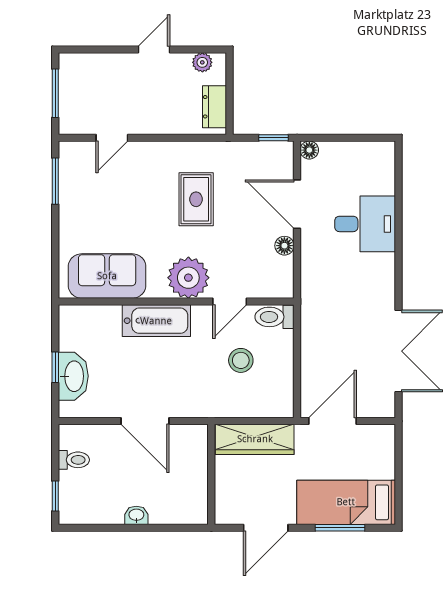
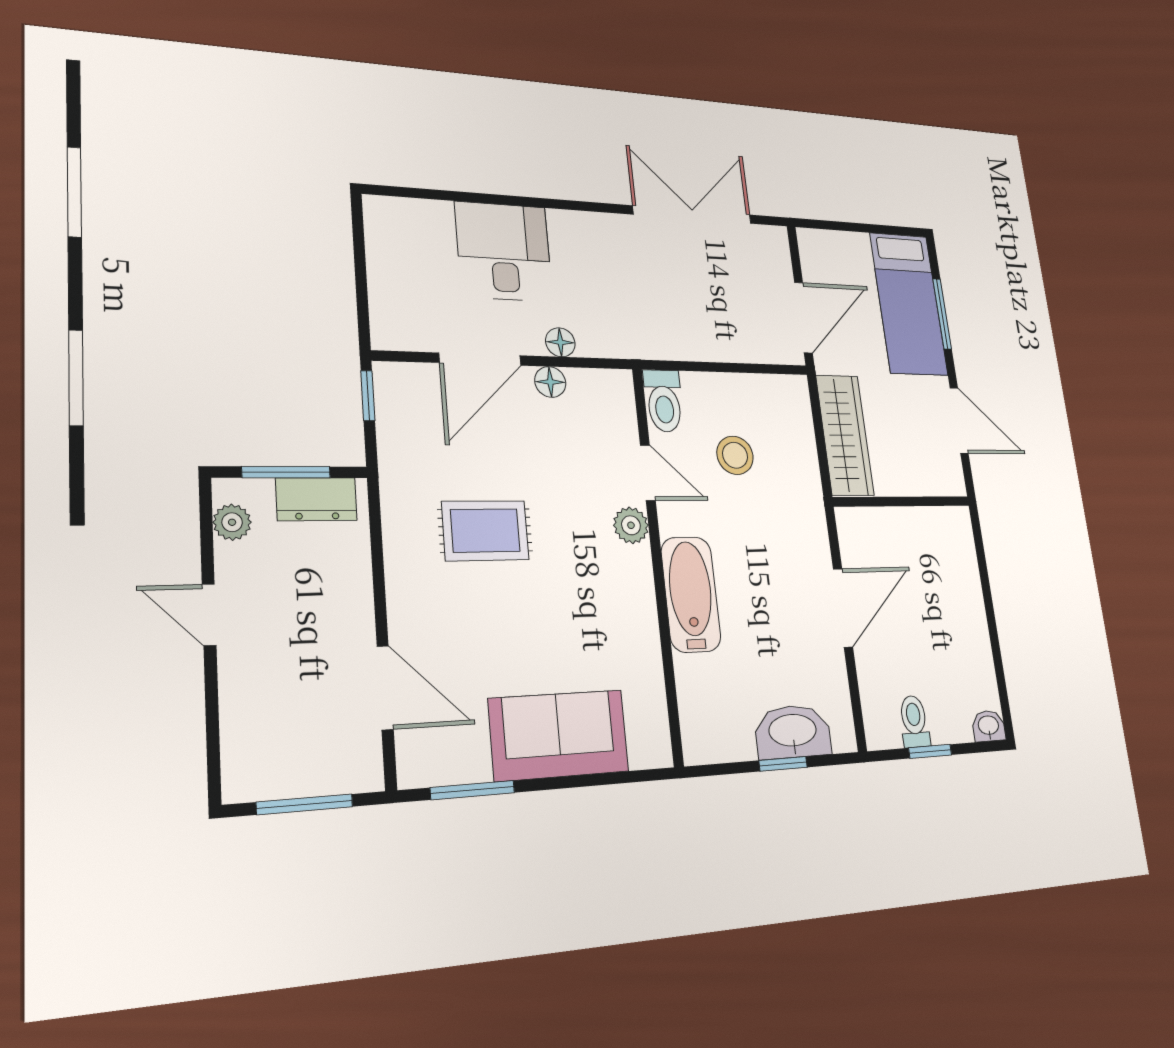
window: (229, 91) -> (286, 472), added
door: (112, 138) -> (385, 688), width x1.38
floor lamp: (309, 150) -> (560, 342), moved
sofa: (107, 276) -> (559, 735), moved, turned 90
plant: (188, 278) -> (631, 525), width x0.53, depth x0.53
door: (333, 421) -> (803, 318), swing flipped
window: (55, 496) -> (930, 751), moved
washbasin: (136, 515) -> (989, 726), moved, turned 90

